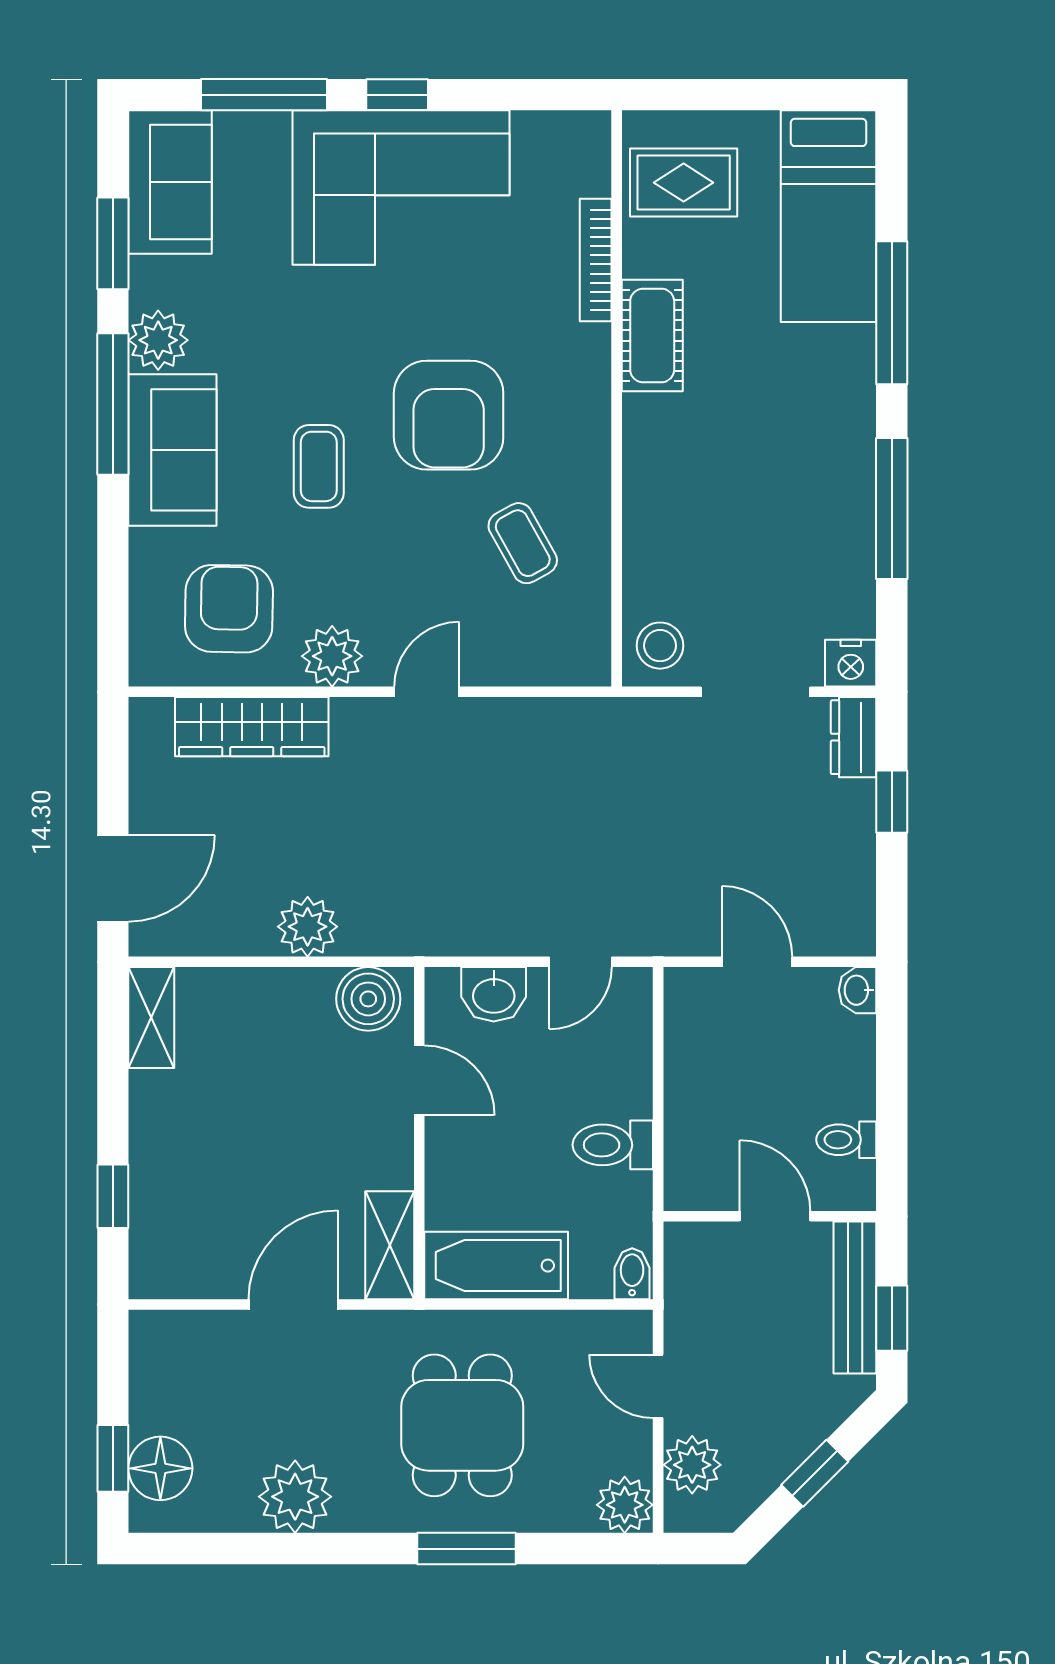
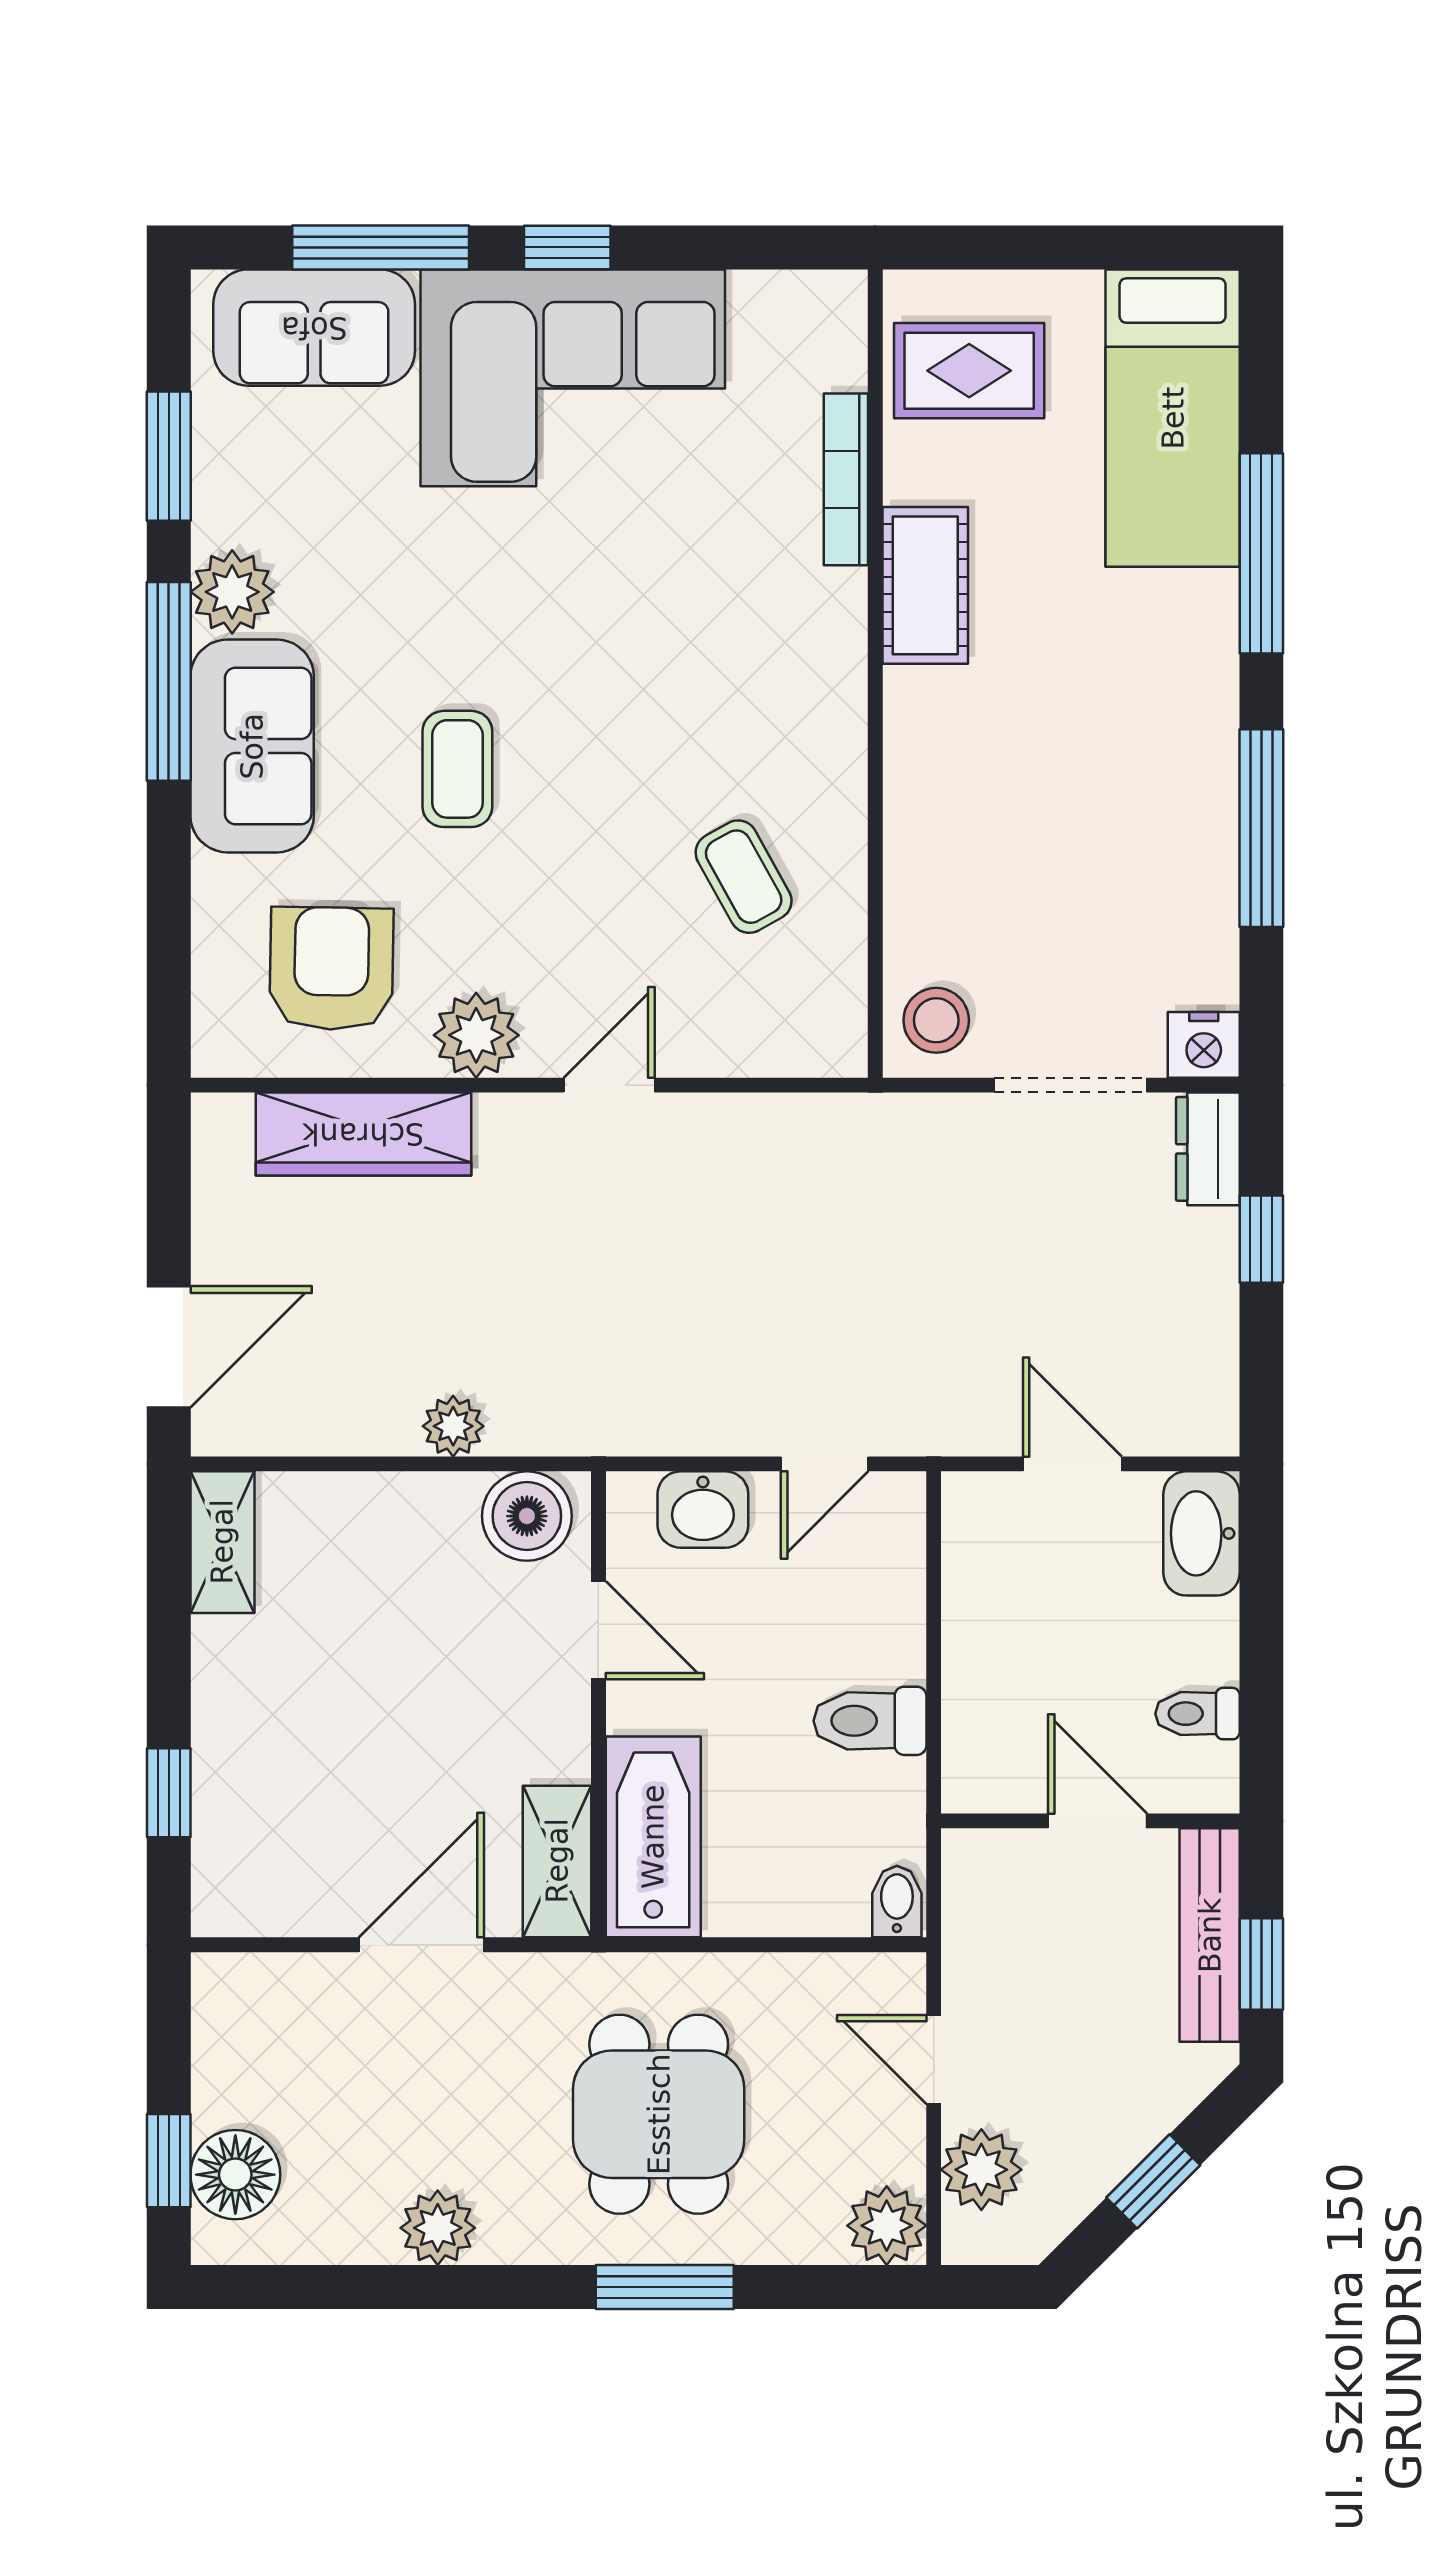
sofa: (170, 182) -> (314, 328), moved, turned 90
armchair: (449, 415) -> (640, 697), removed
plant: (308, 927) -> (453, 1426), width x0.73, depth x0.73
washbasin: (858, 990) -> (1201, 1533), width x1.91, depth x1.45
bathtub: (496, 1266) -> (653, 1837), moved, turned 90
plant: (295, 1497) -> (438, 2228), width x0.73, depth x0.73

